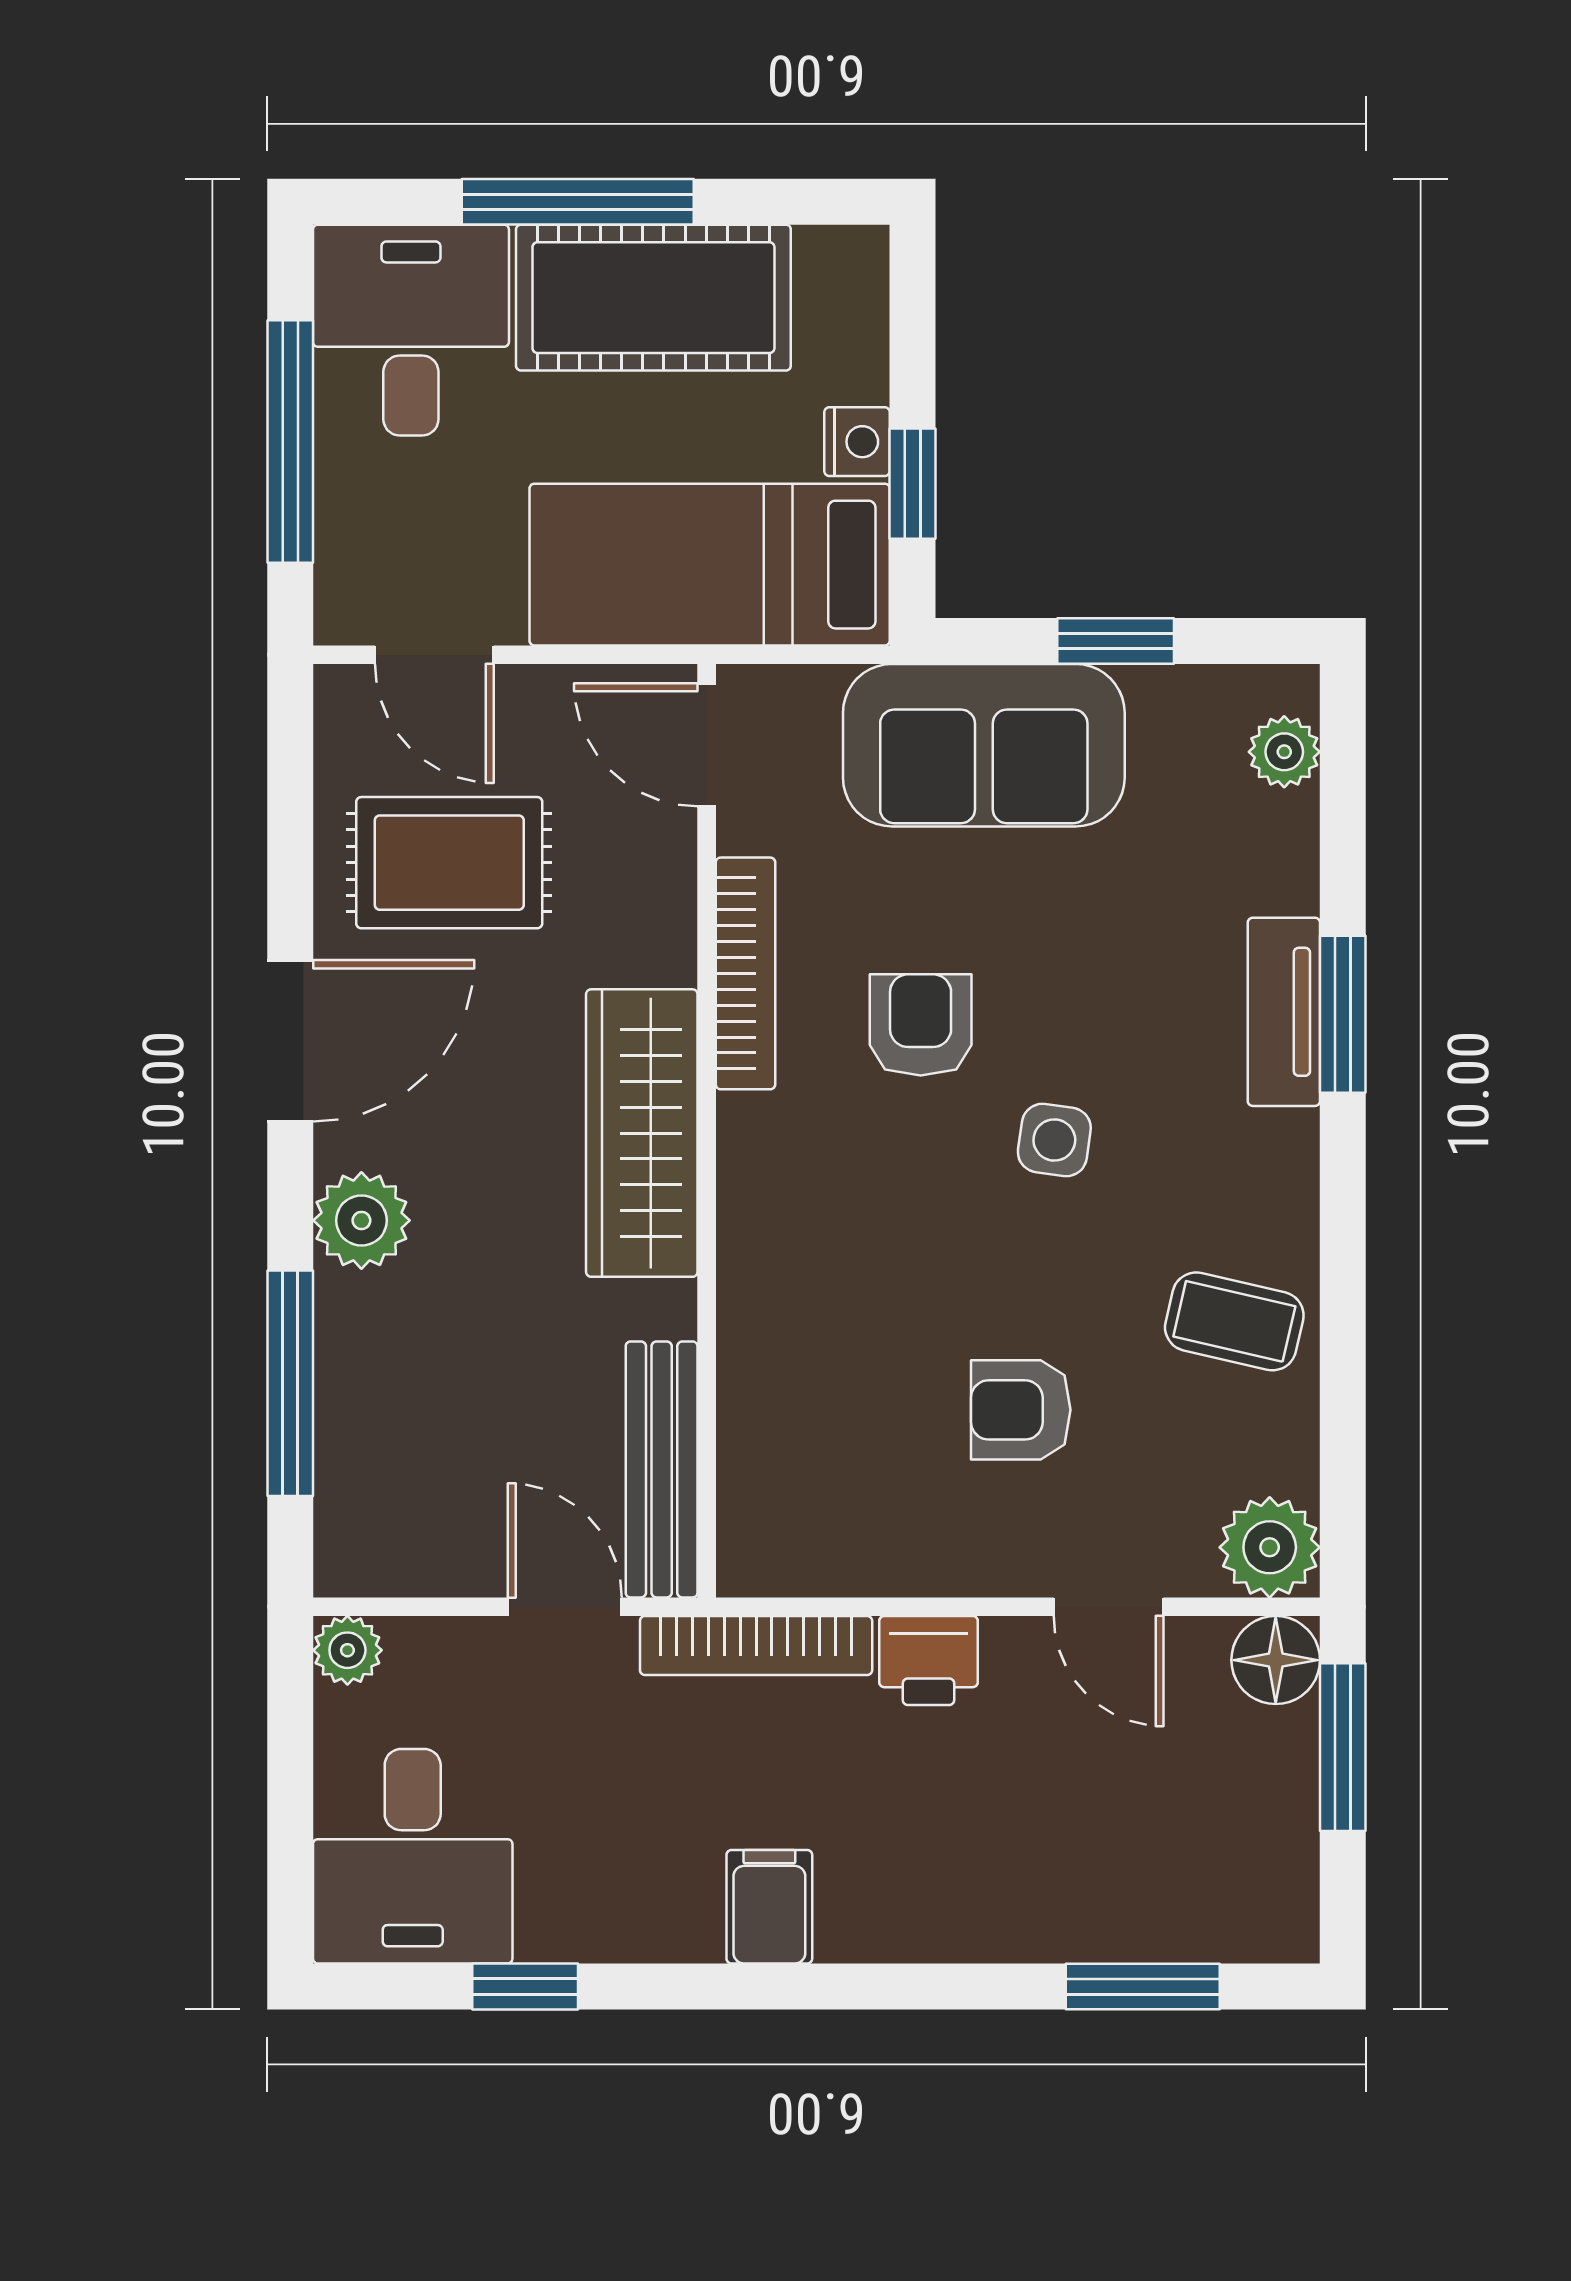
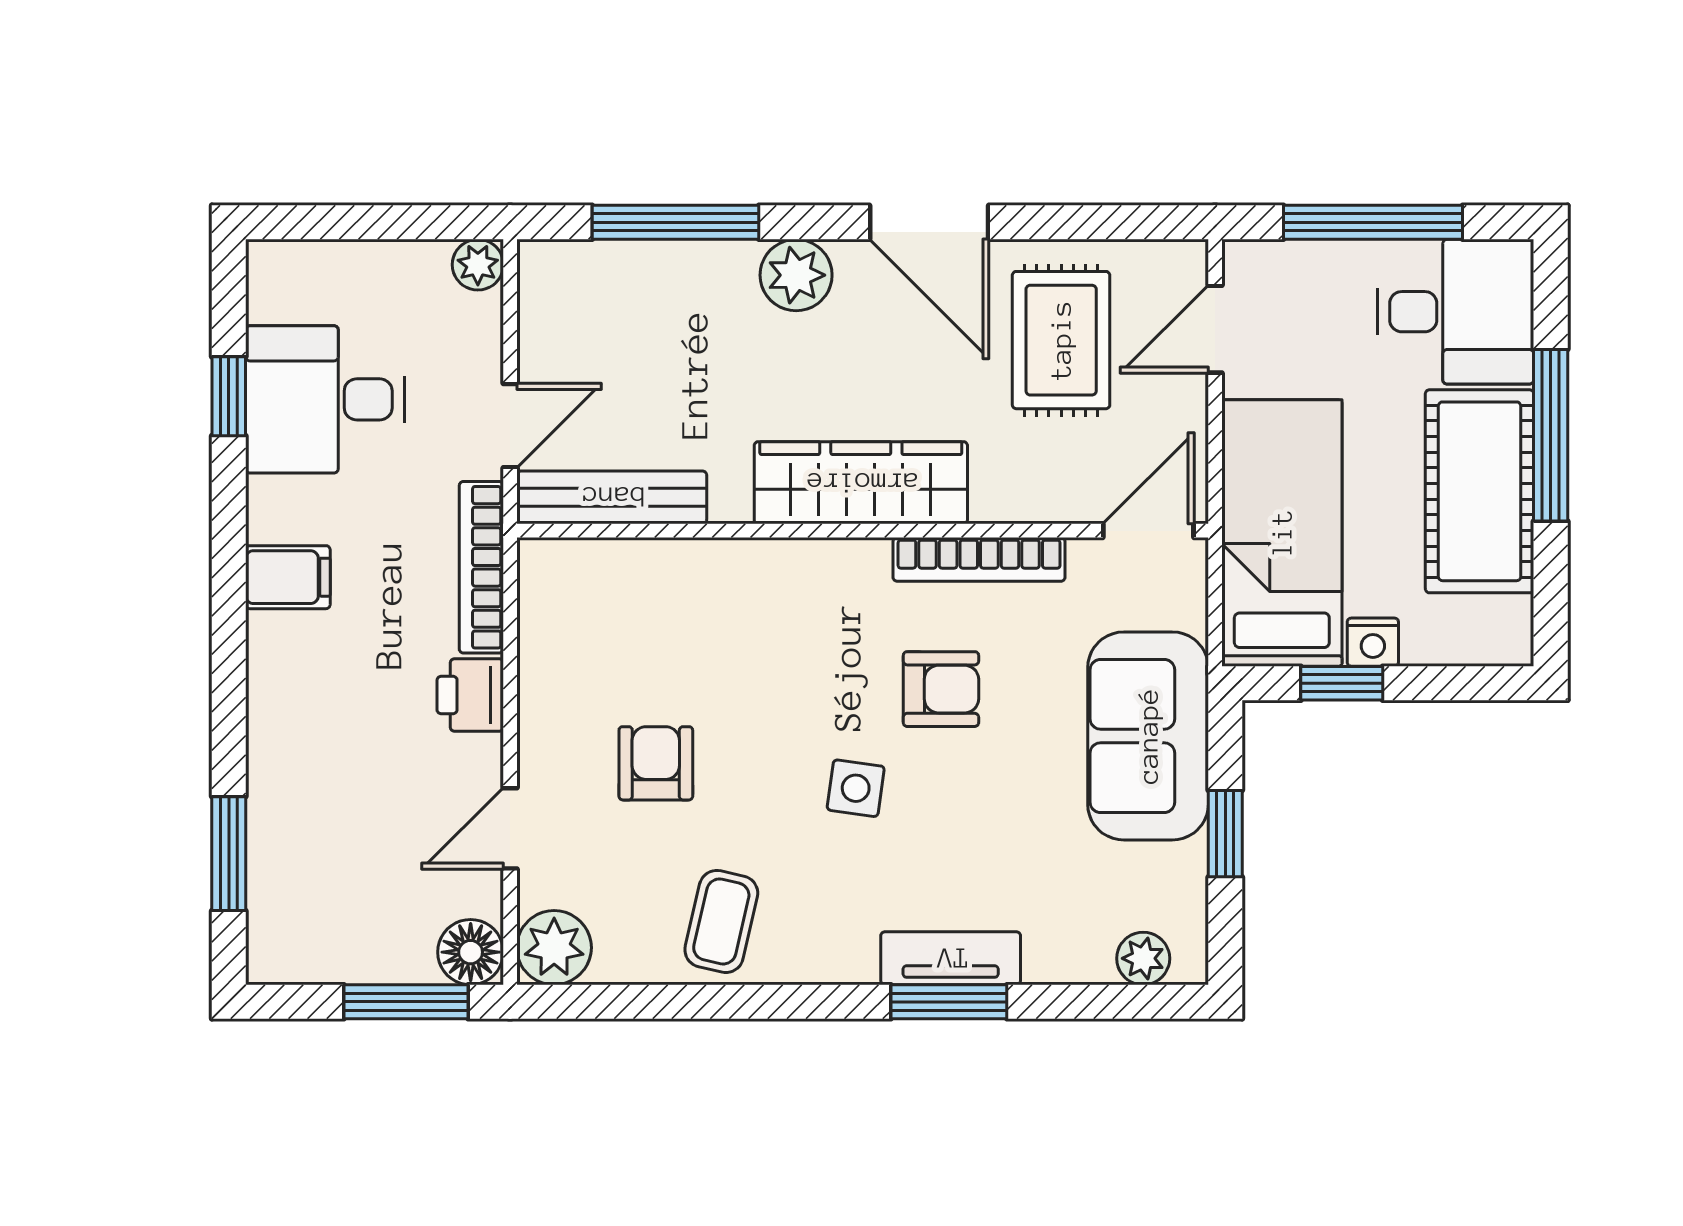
desk: (413, 1856) -> (325, 399), moved

